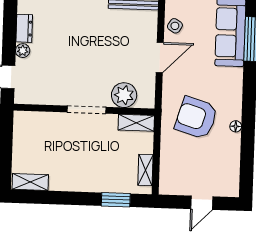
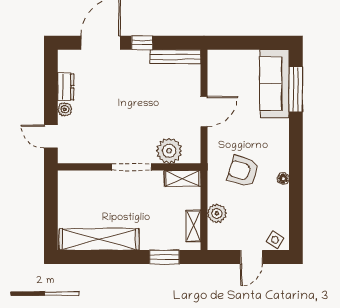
side table: (175, 26) -> (275, 240), moved
armchair: (196, 118) -> (243, 171), width x0.73, depth x0.73
plant: (169, 158) -> (217, 213), added
shelving: (30, 182) -> (99, 239), width x2.20, depth x1.33

